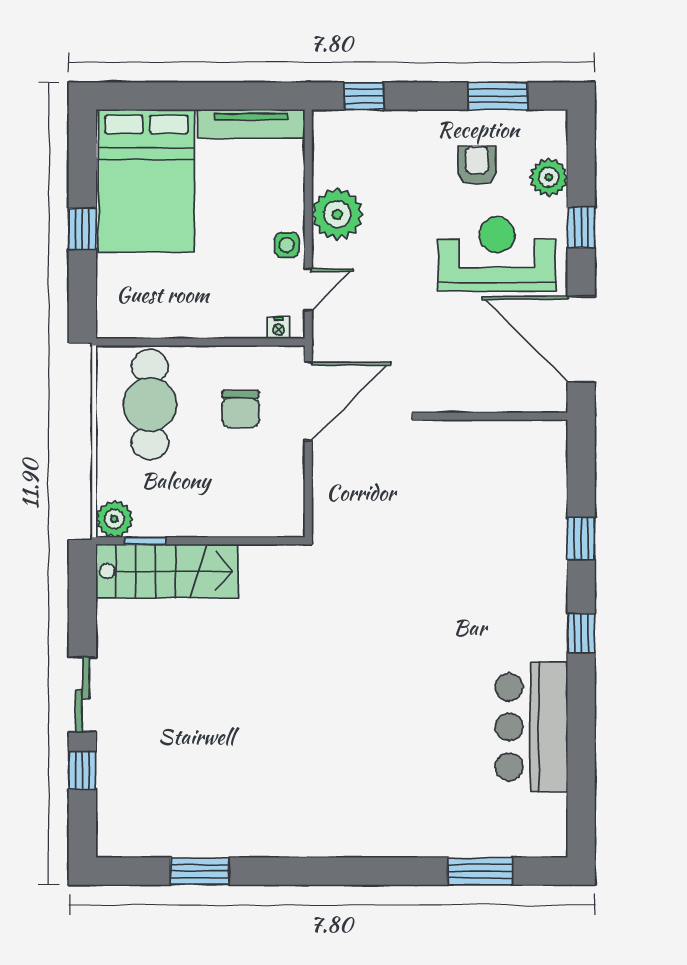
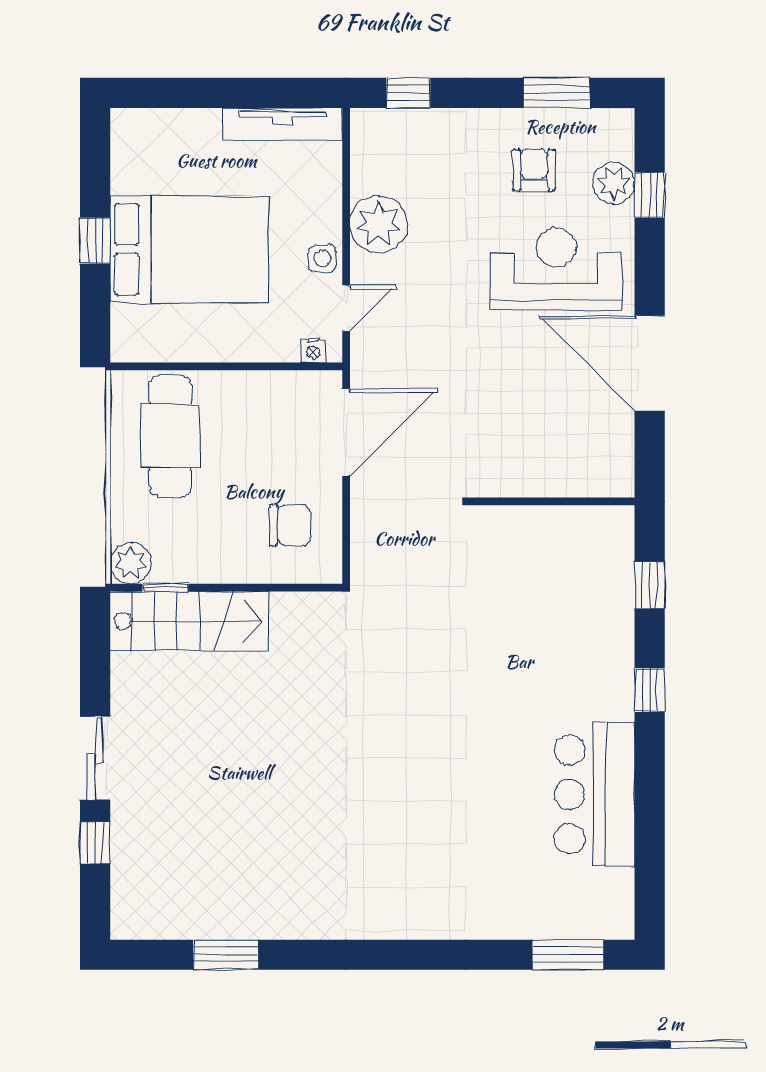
bed: (146, 181) -> (189, 249), moved, turned -90
window: (581, 227) -> (650, 195), moved
chair: (240, 409) -> (290, 525), moved, turned -90
wall: (493, 416) -> (552, 501), moved
window: (480, 871) -> (568, 955), moved

